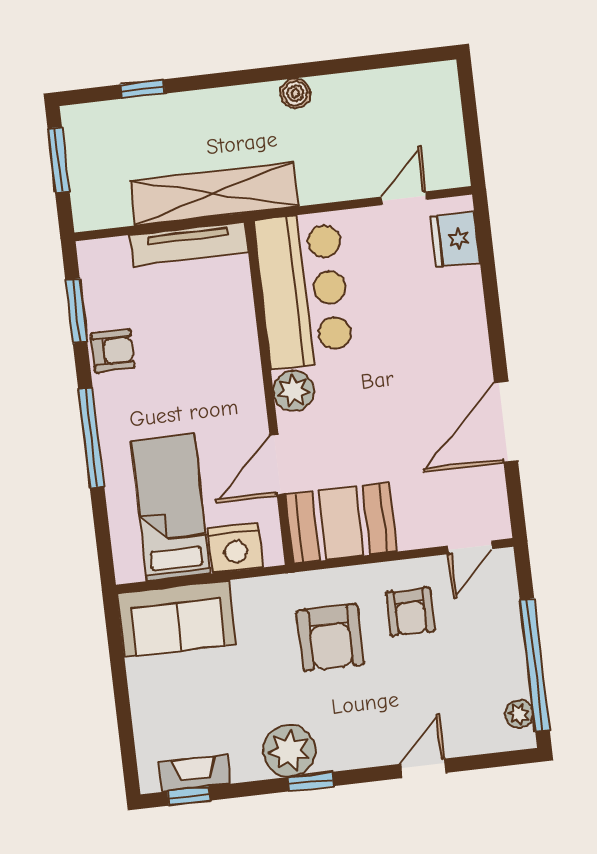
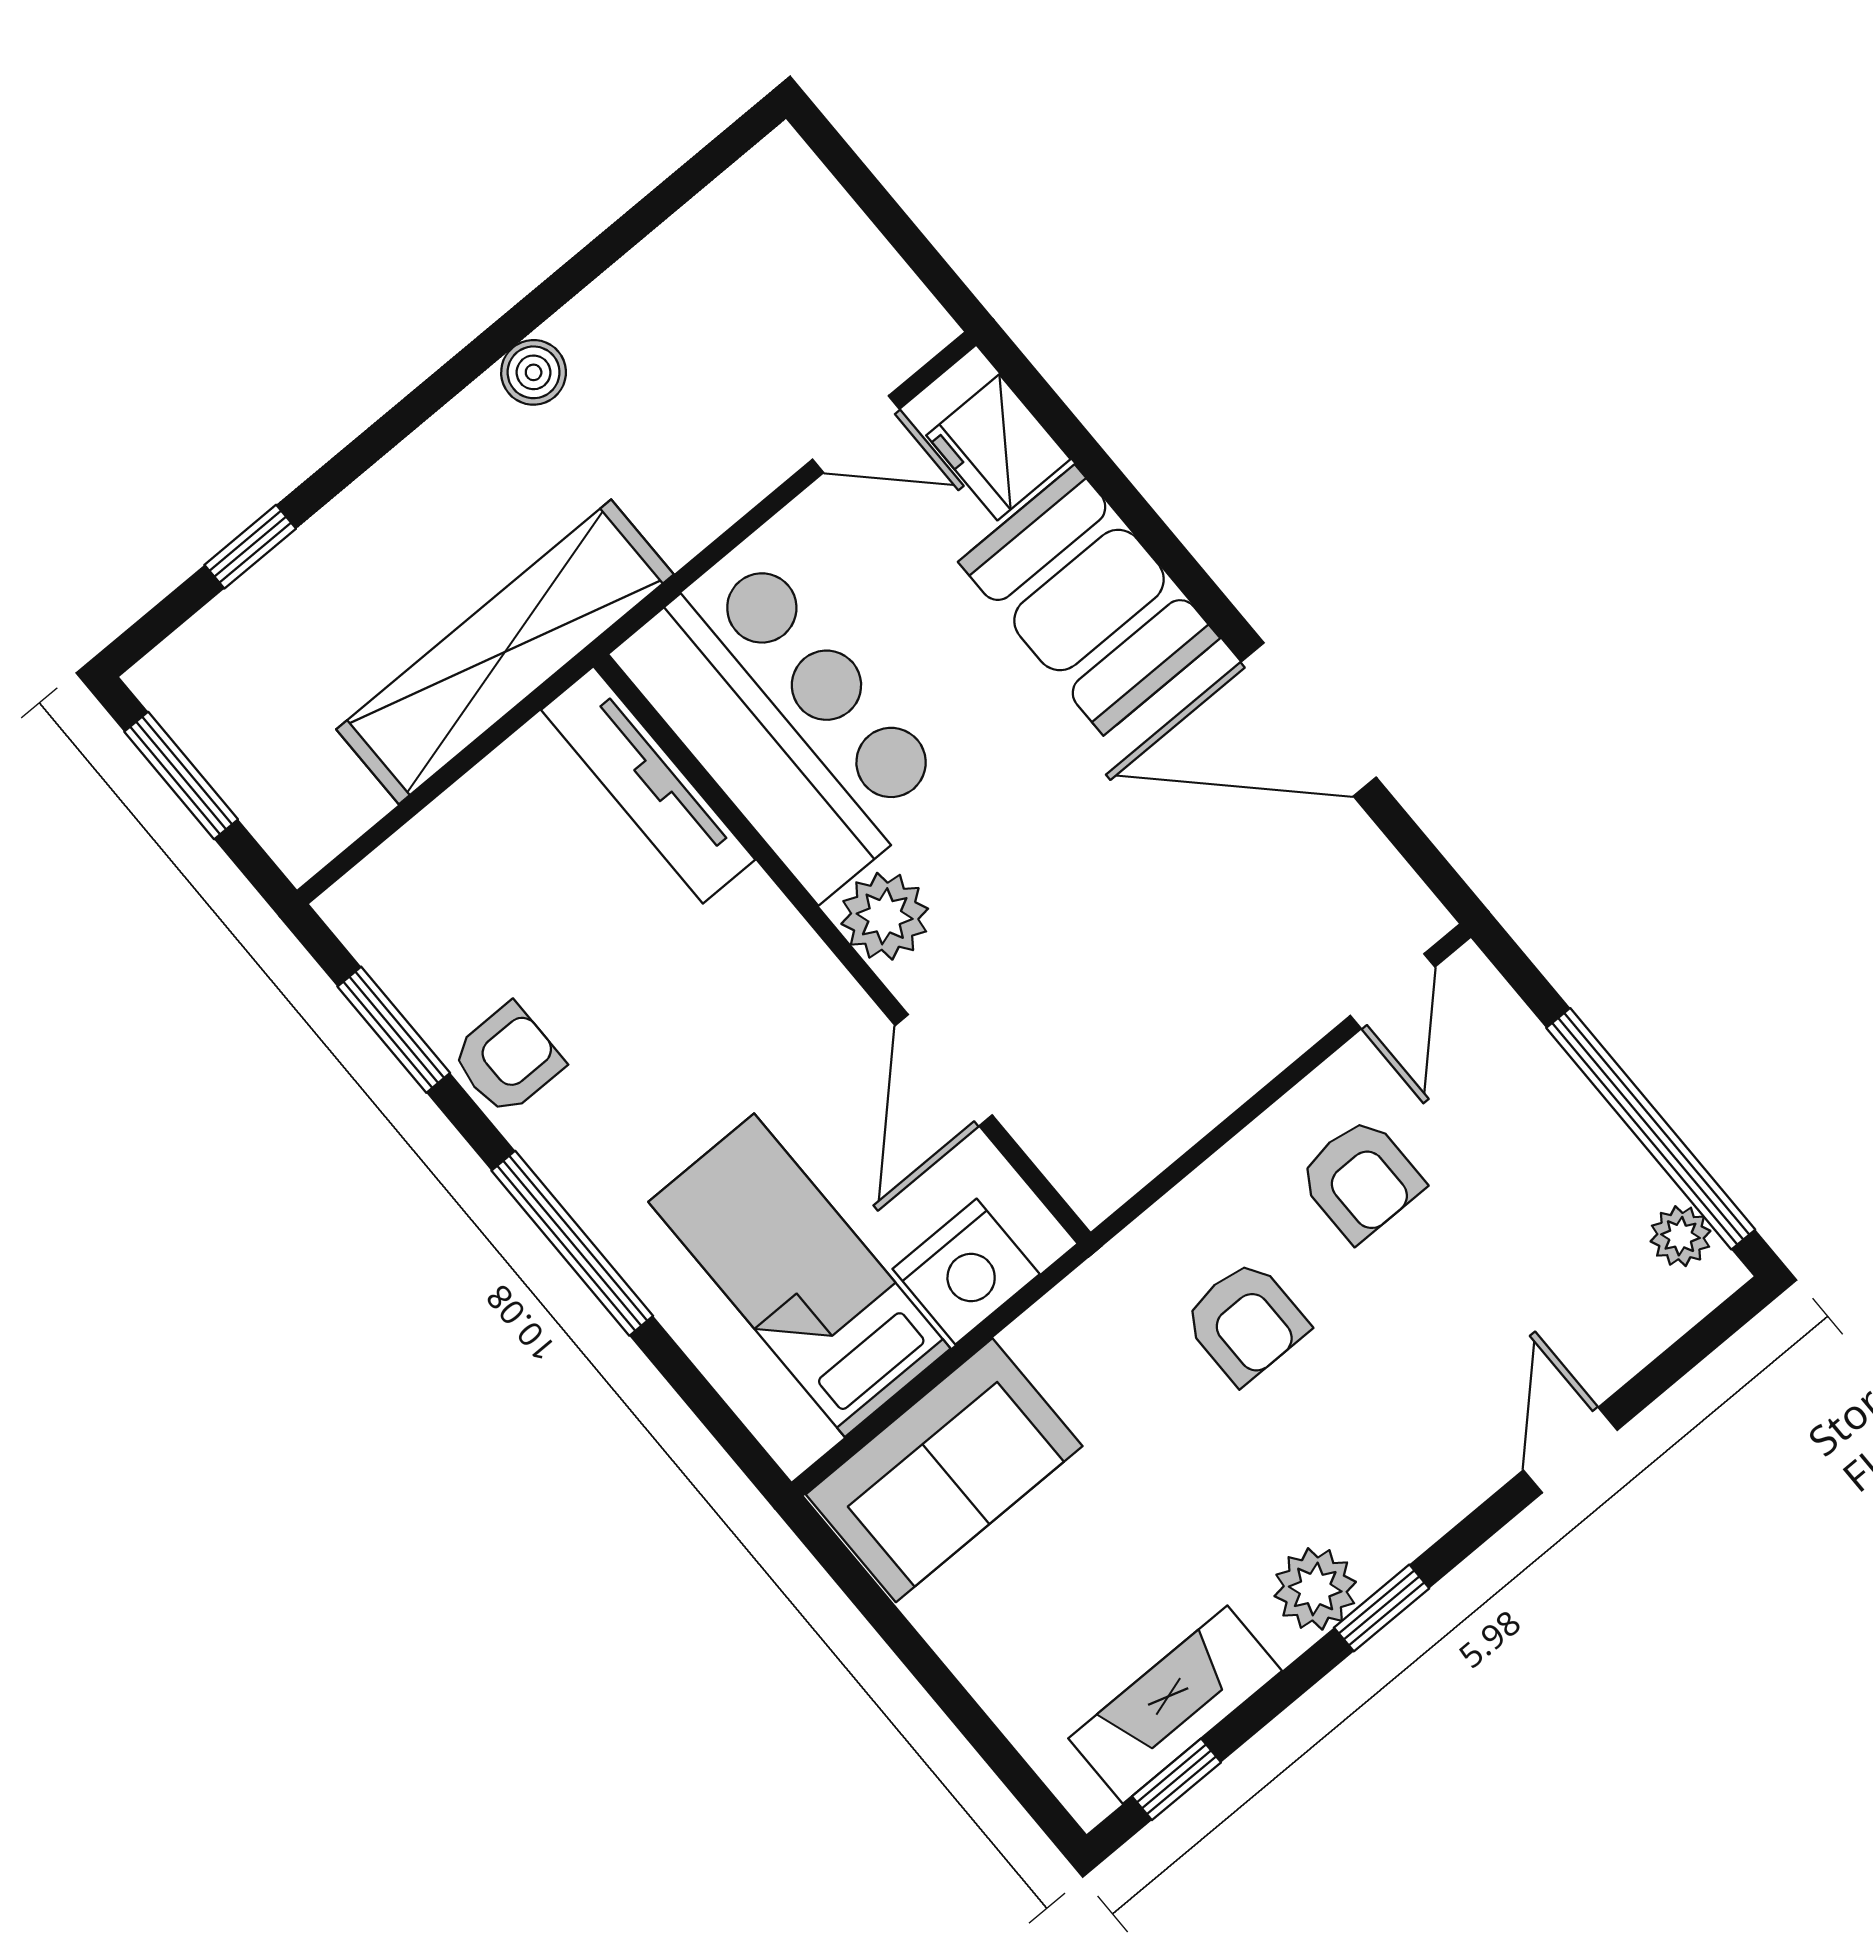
door: (404, 198) -> (856, 434), swing flipped
tv unit: (189, 244) -> (648, 785), moved, turned 90
door: (506, 422) -> (1309, 719), hinge flipped
booth: (341, 523) -> (1089, 600), moved, turned 90
armchair: (330, 637) -> (1246, 1322), width x0.72, depth x0.72
plant: (289, 751) -> (1315, 1589), width x0.73, depth x0.73
fireplace: (195, 773) -> (1175, 1705), width x1.37, depth x1.32

